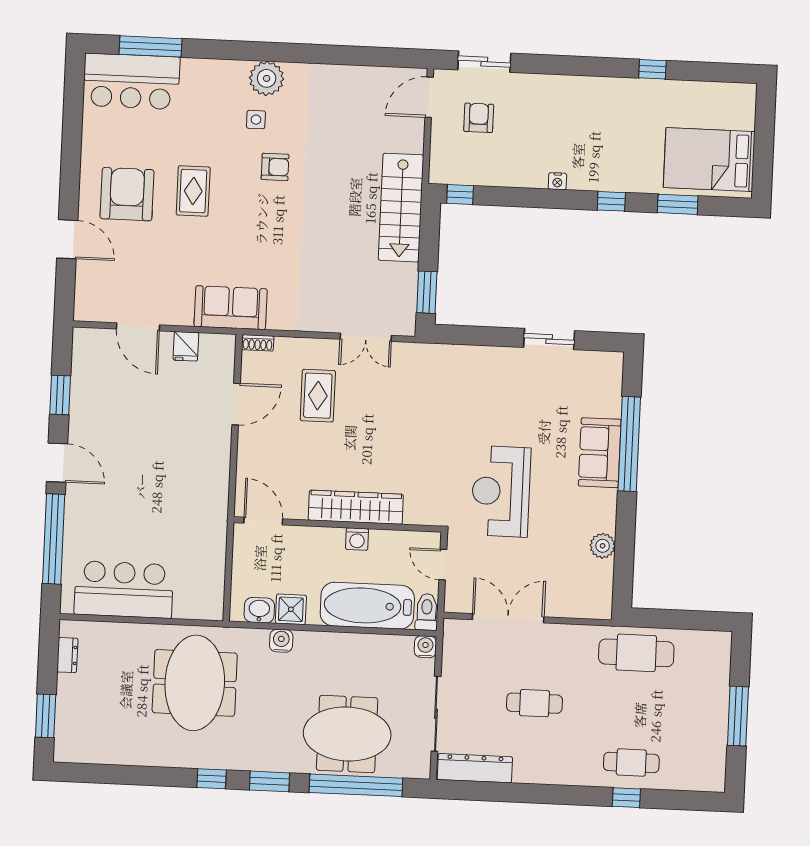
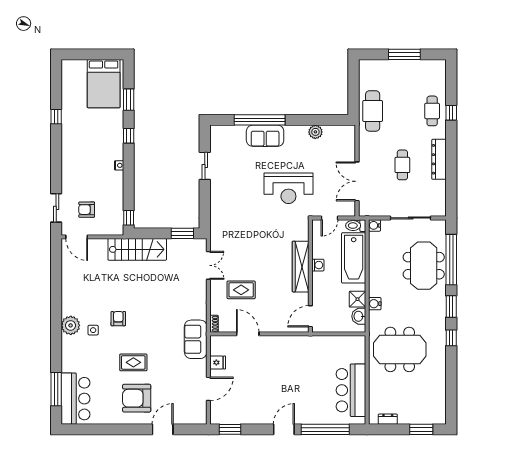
window: (60, 395) -> (230, 429), moved
dresser: (475, 768) -> (439, 159), moved

